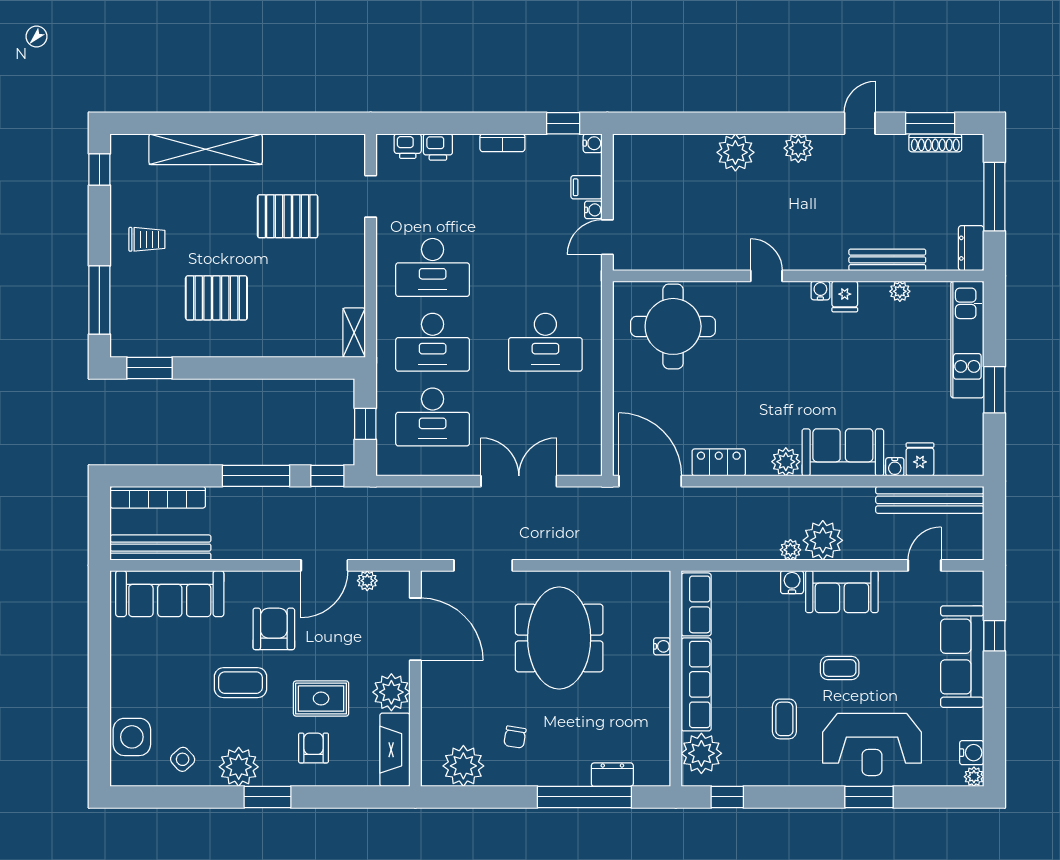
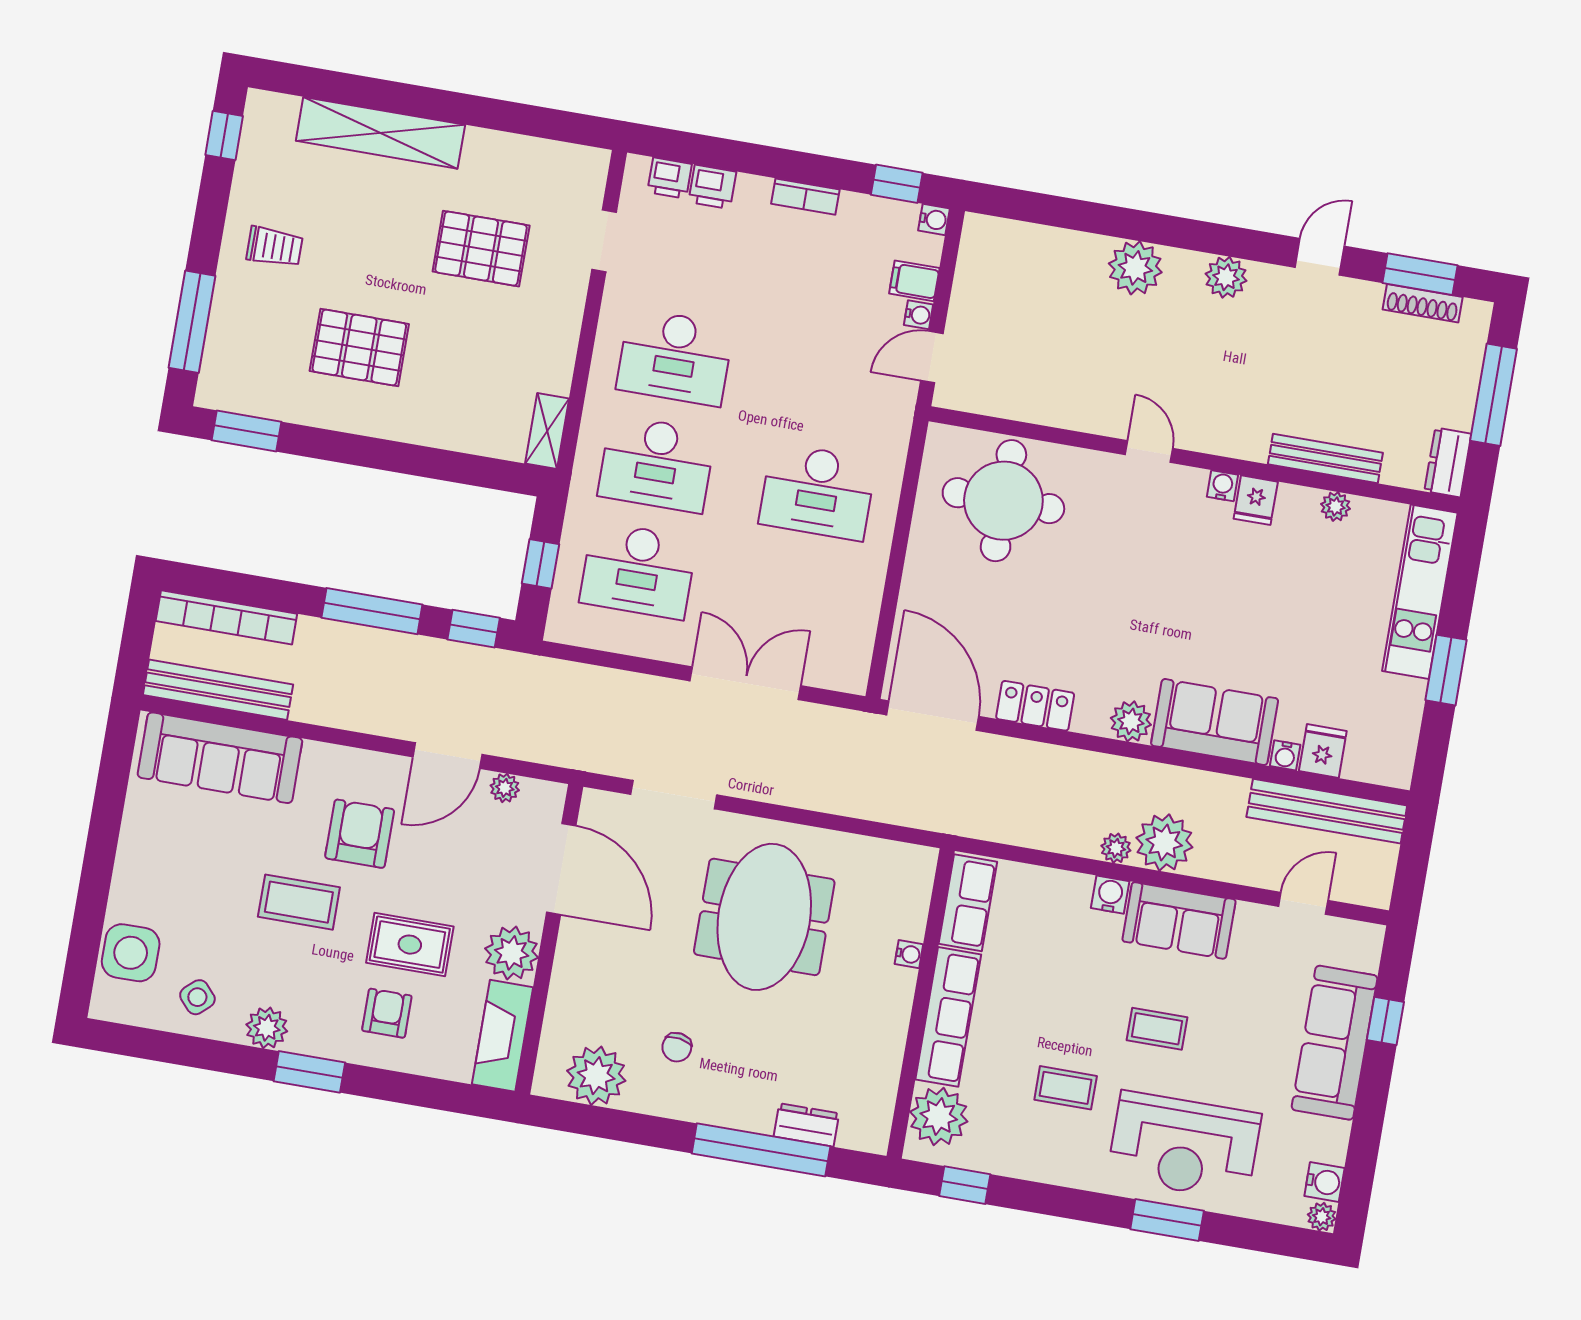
coffee table: (784, 719) -> (1066, 1088), turned 90
plant: (239, 767) -> (267, 1028), width x0.73, depth x0.73

